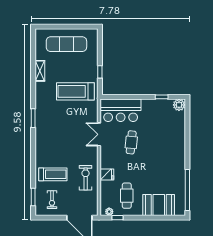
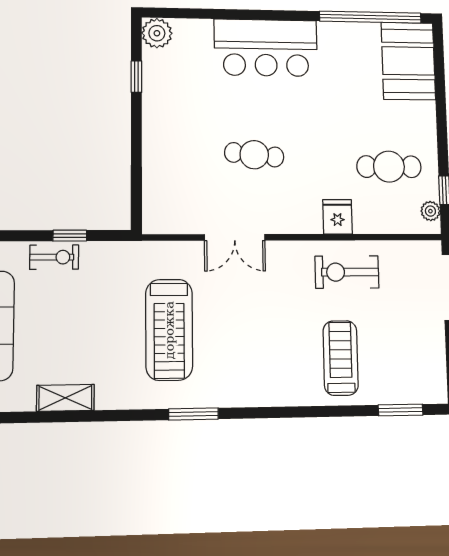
treadmill: (75, 91) -> (169, 330), moved
bar counter: (121, 110) -> (266, 48), moved, turned 90
exercise bike: (52, 200) -> (54, 257), moved
booth: (159, 205) -> (408, 61), moved

